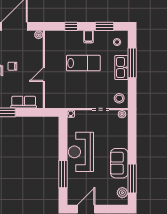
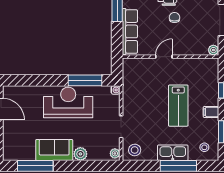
door: (44, 75) -> (164, 57), hinge flipped
row of seats: (24, 102) -> (130, 31), width x1.48
window: (63, 174) -> (85, 80), moved
plant: (122, 193) -> (80, 154), moved

